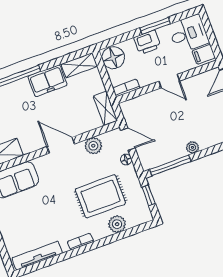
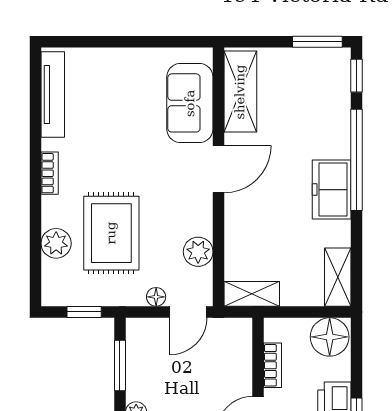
freezer: (47, 81) -> (332, 190), moved
bookcase: (126, 88) -> (273, 365), moved
door: (61, 145) -> (218, 169), moved
window: (170, 165) -> (120, 366), width x0.69

